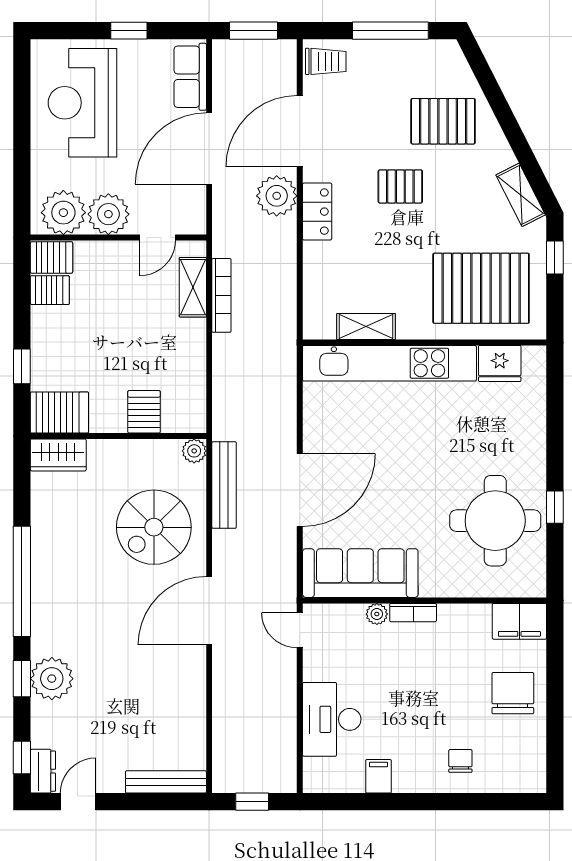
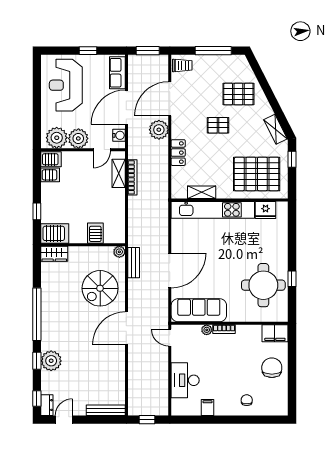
water cooler: (193, 208) -> (119, 135), added
locker: (317, 212) -> (178, 153), moved
bench: (224, 485) -> (134, 263), width x0.73

